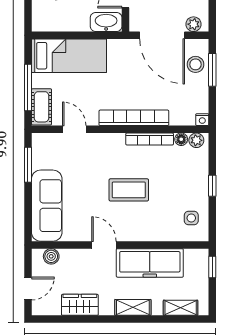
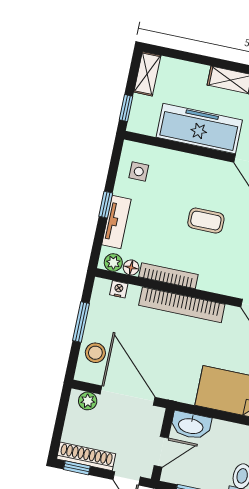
window: (212, 70) -> (81, 322), moved
nightstand: (202, 120) -> (119, 289), moved
tv unit: (201, 173) -> (116, 222), added
coffee table: (129, 190) -> (206, 221), width x0.73, depth x0.77
shelving: (181, 308) -> (147, 74), moved, turned 90

